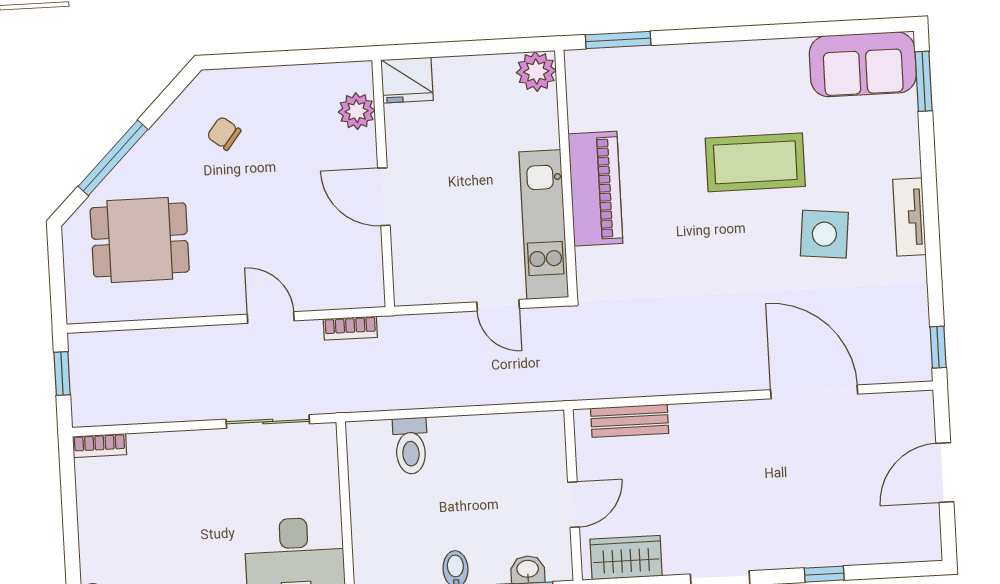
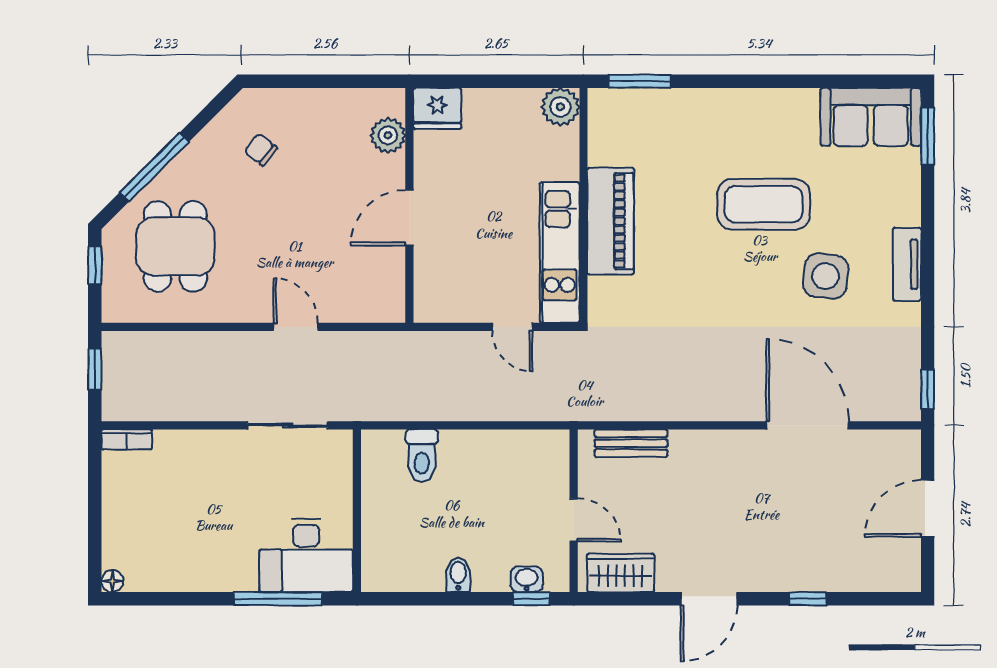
door: (384, 197) -> (409, 218), hinge flipped
dining table: (140, 240) -> (175, 246), turned 90
window: (56, 264) -> (95, 265), added
bookcase: (350, 328) -> (371, 341), removed
door: (574, 505) -> (574, 520), hinge flipped

